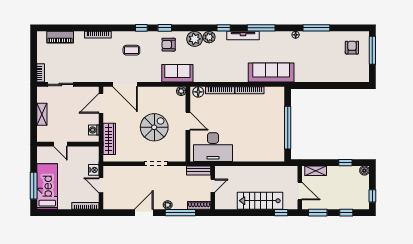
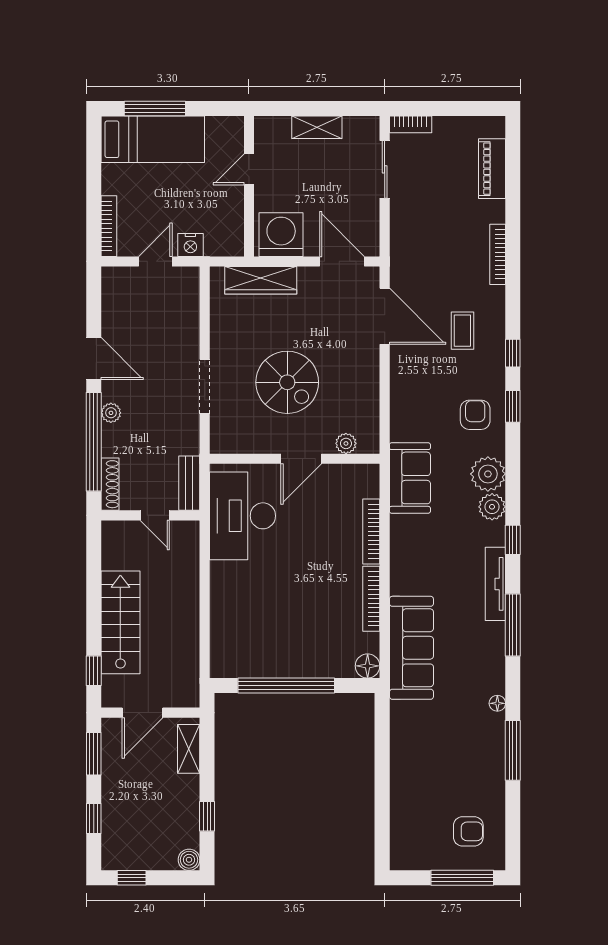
sofa: (177, 73) -> (410, 478), moved
door: (125, 84) -> (385, 316), swing flipped
plant: (181, 91) -> (346, 443), moved
floor lamp: (198, 92) -> (368, 666), moved
washing machine: (94, 130) -> (281, 235), width x1.89, depth x1.89
window: (180, 213) -> (94, 442), width x1.46

